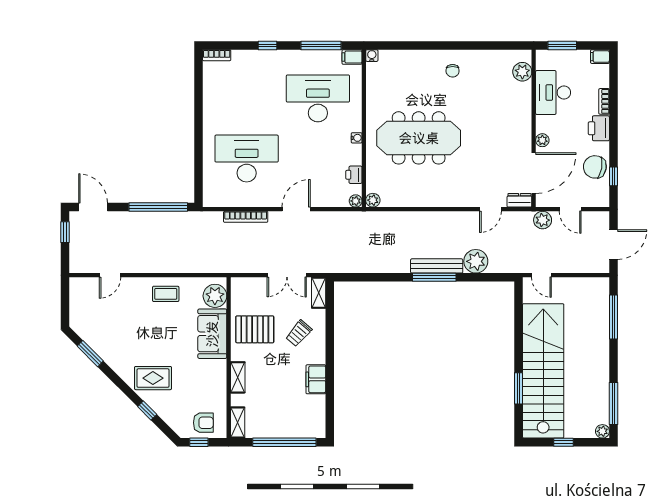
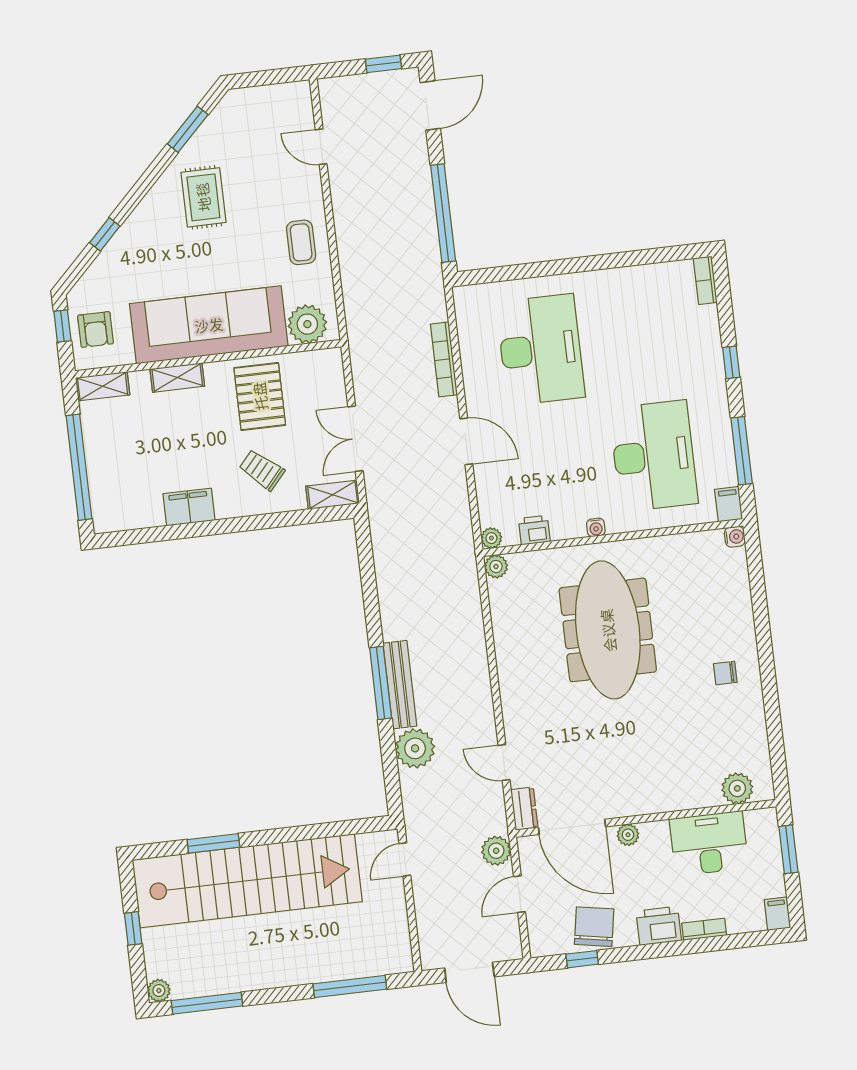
sofa: (212, 334) -> (209, 325), width x1.85, depth x1.27
rug: (153, 378) -> (203, 197), moved

